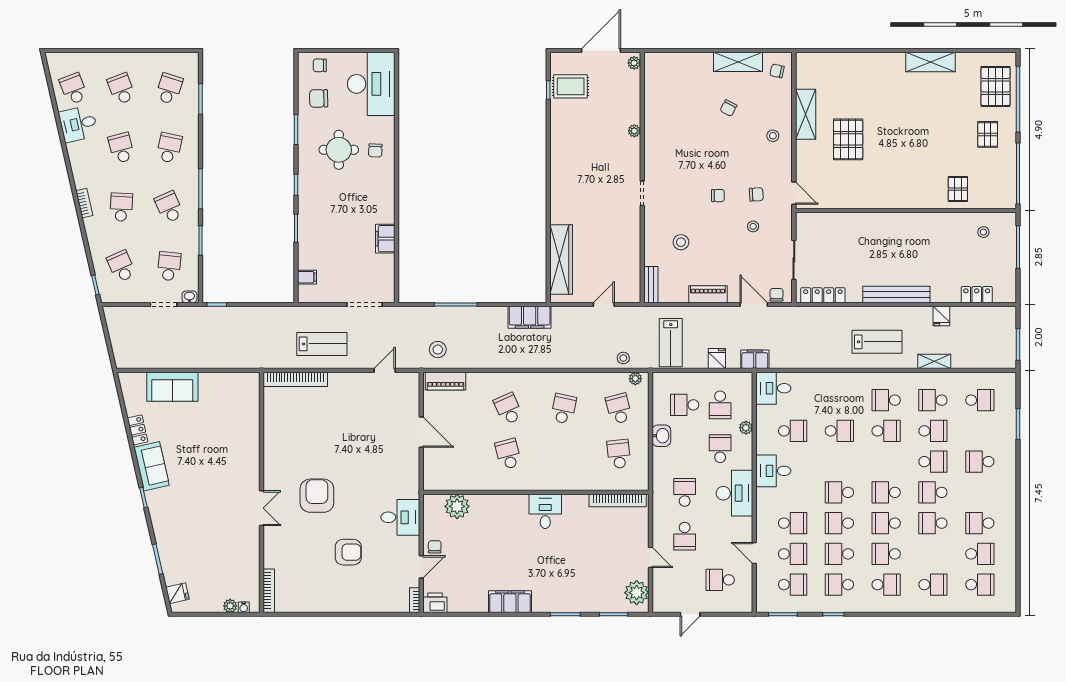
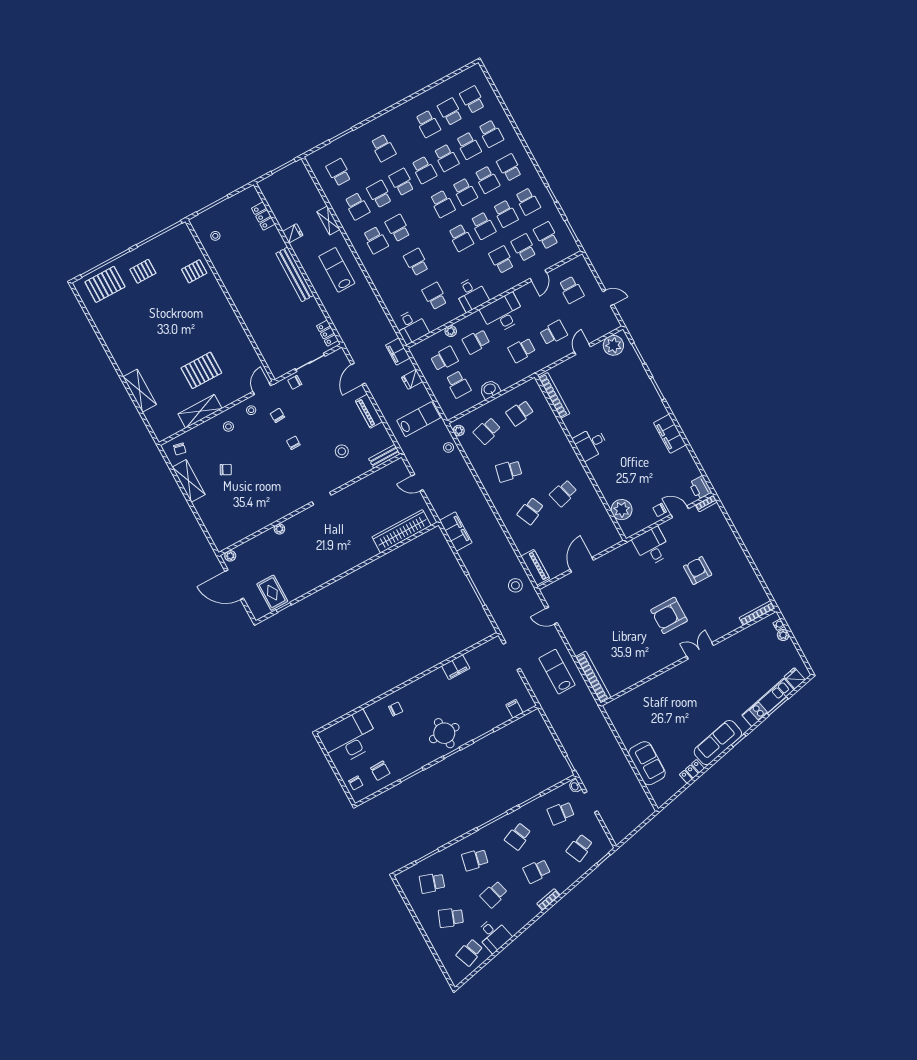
shelving: (931, 62) -> (140, 391), moved
school desk: (121, 89) -> (451, 918), turned 42
round table: (339, 150) -> (444, 733), moved
stool: (753, 226) -> (251, 410), moved
chair: (777, 295) -> (295, 382), moved
locker: (823, 295) -> (327, 333), width x0.66
sofa: (152, 466) -> (718, 743), width x1.36
kitchen unit: (167, 551) -> (768, 702), added
school desk: (933, 554) -> (469, 146), added
school desk: (933, 585) -> (491, 134), turned 180

